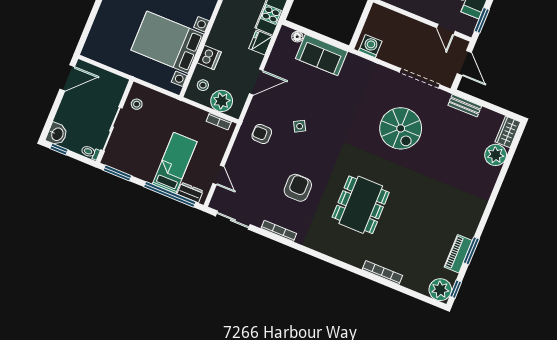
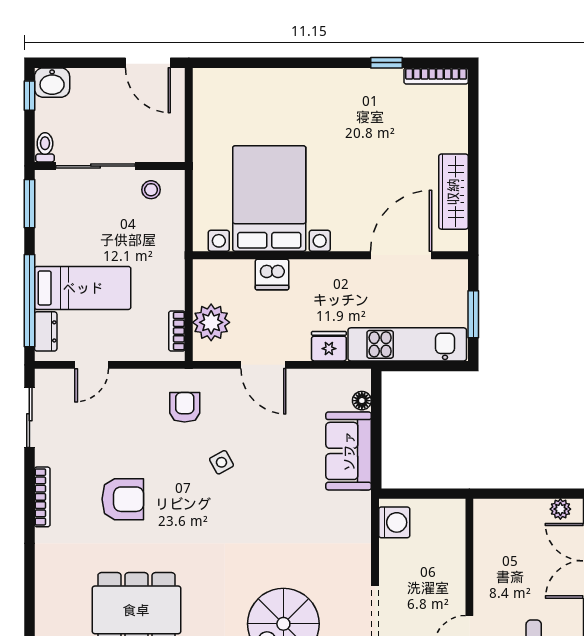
stool: (203, 85) -> (224, 282), removed

